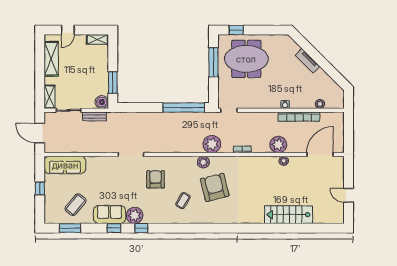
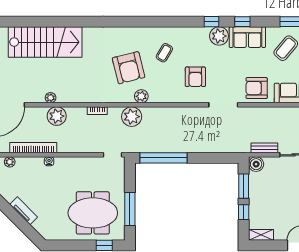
window: (113, 60) -> (244, 212), added
armchair: (101, 169) -> (257, 88), added
stairs: (289, 215) -> (45, 42), width x1.36, depth x1.51

